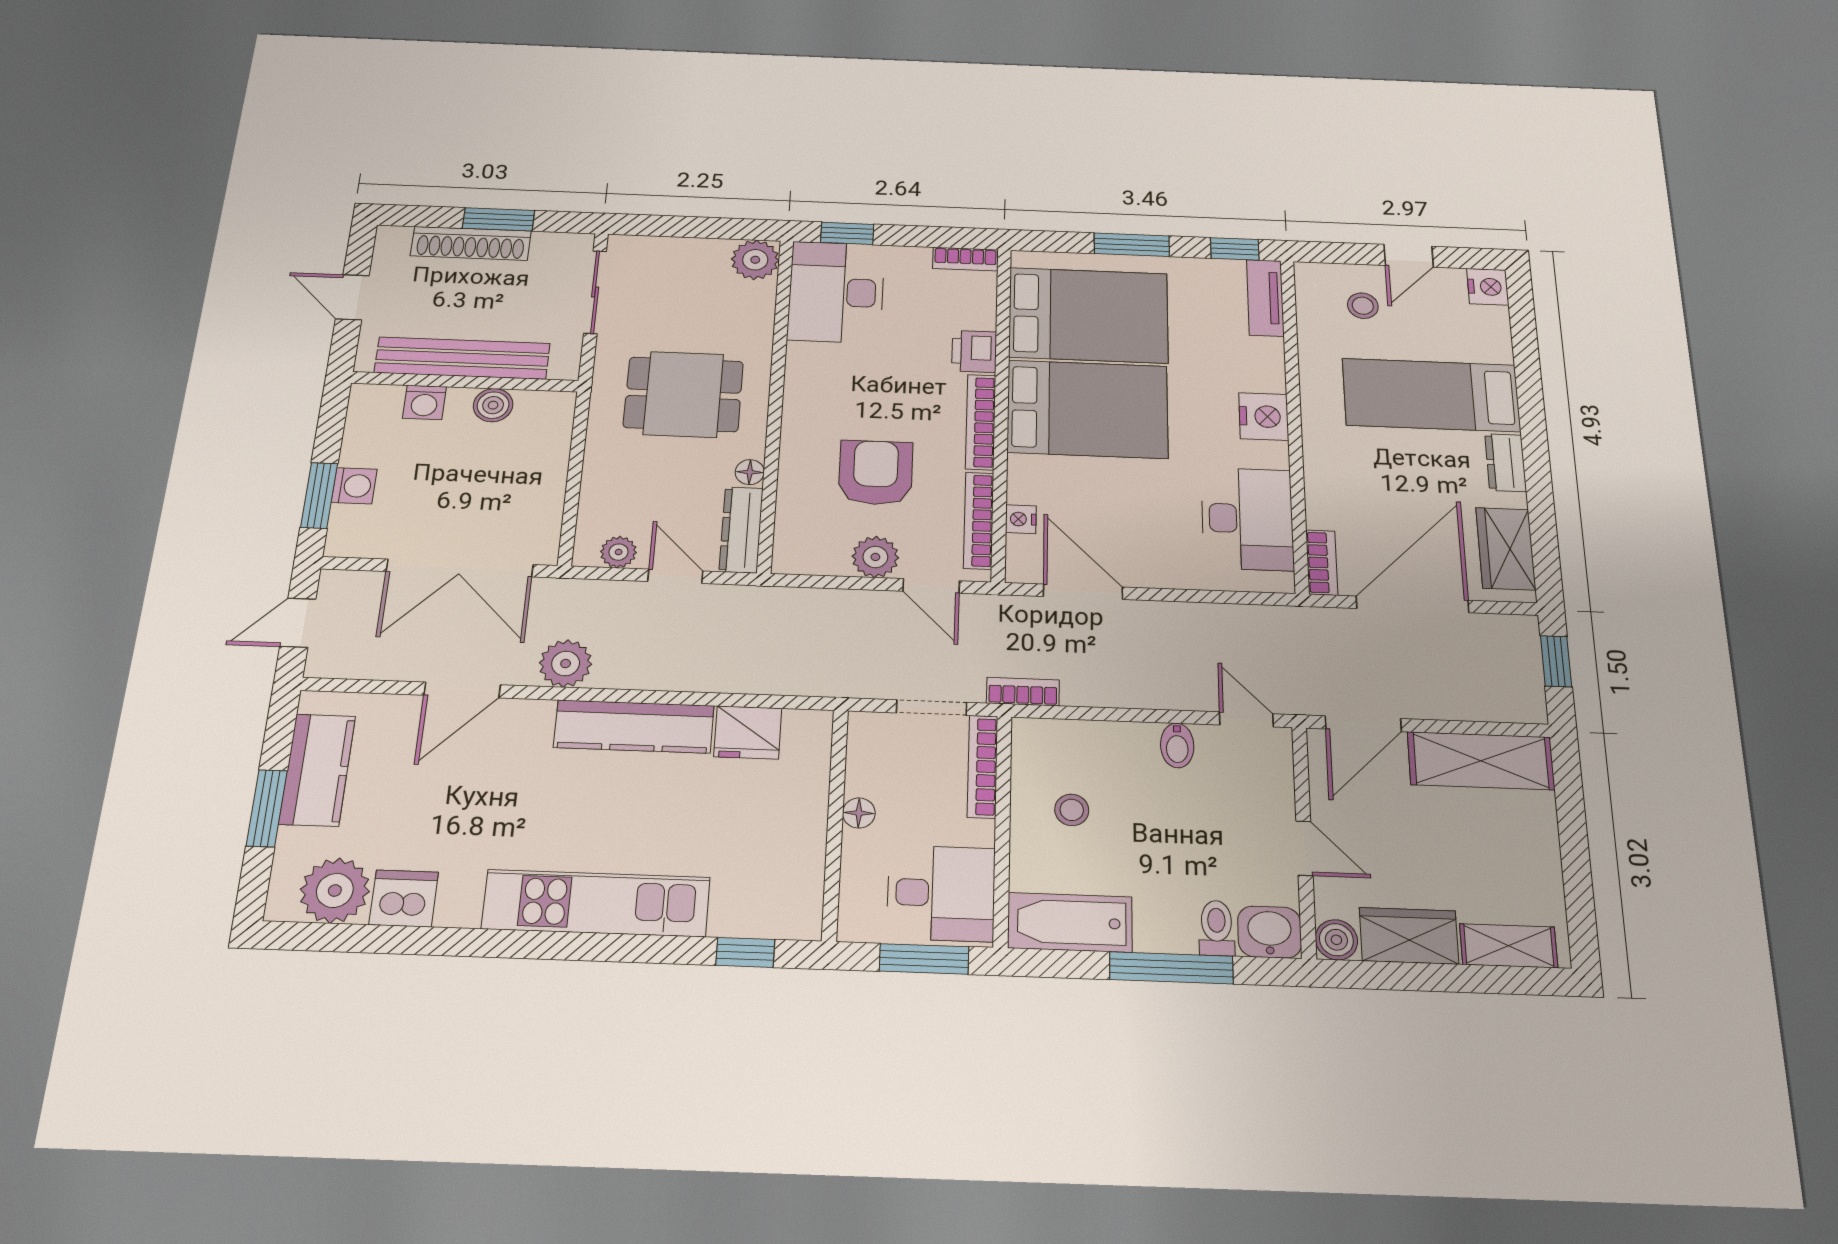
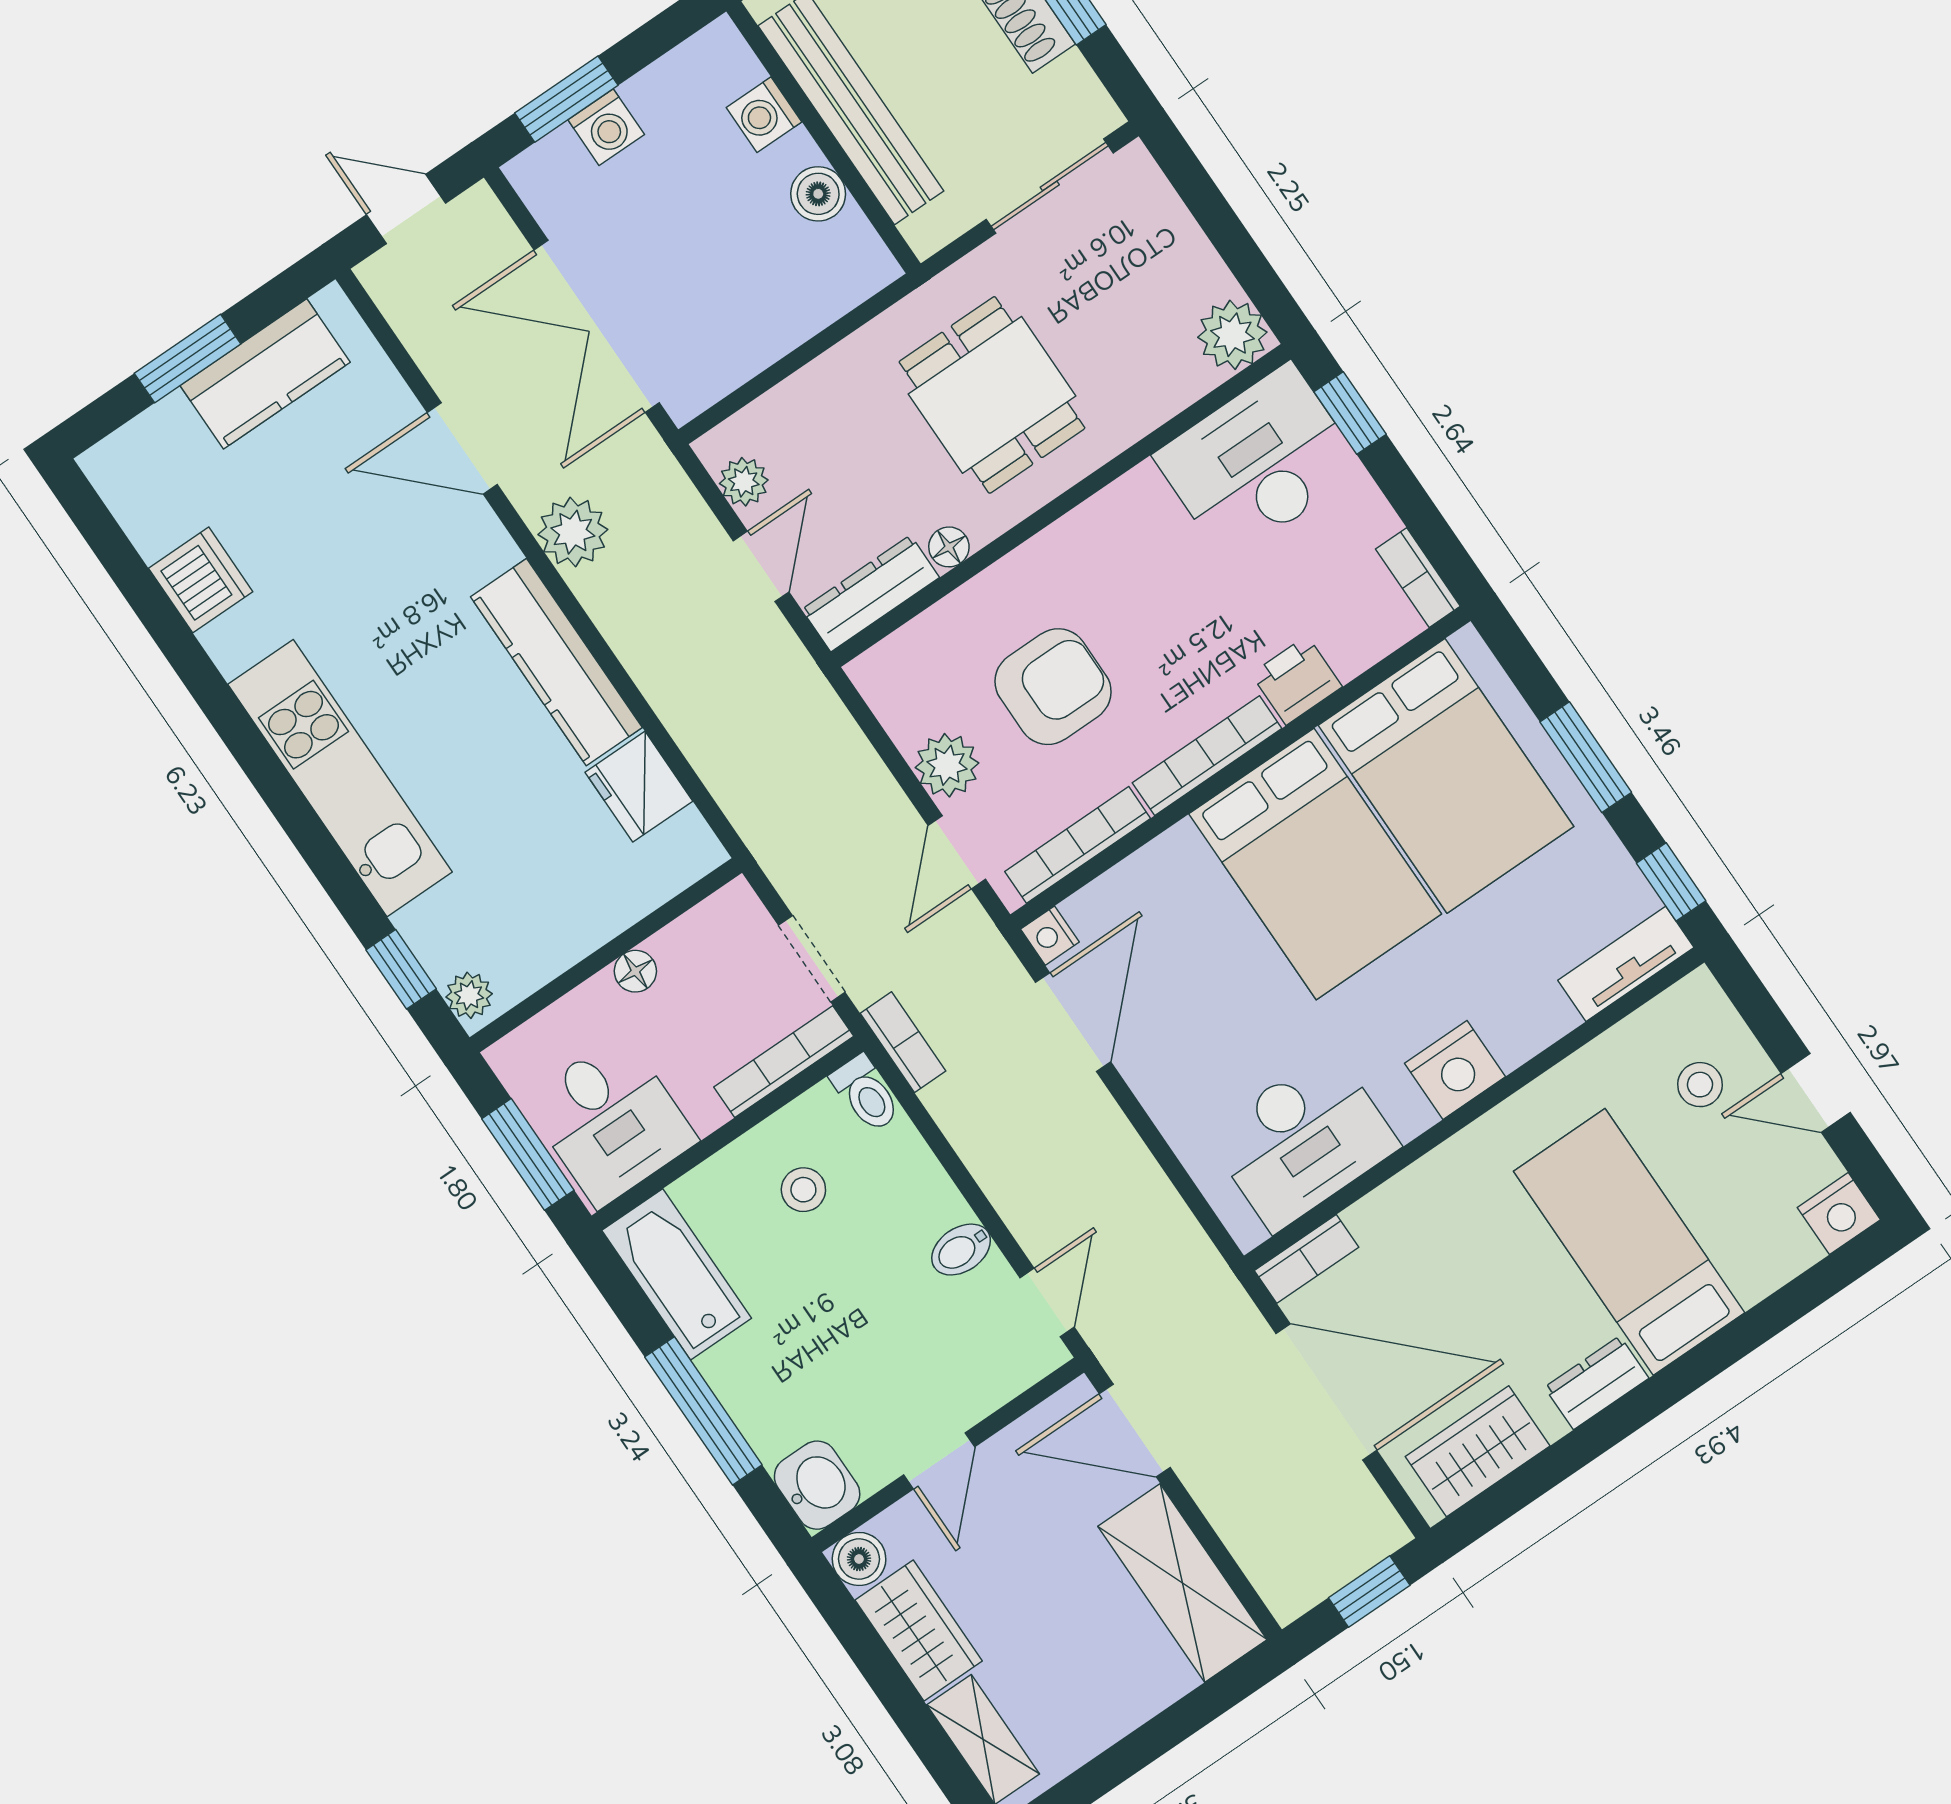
nightstand: (1021, 519) -> (1050, 936), moved, turned -90
plant: (335, 890) -> (469, 995), moved, width x0.53, depth x0.53
toilet: (1217, 928) -> (866, 1094), moved, turned 90

